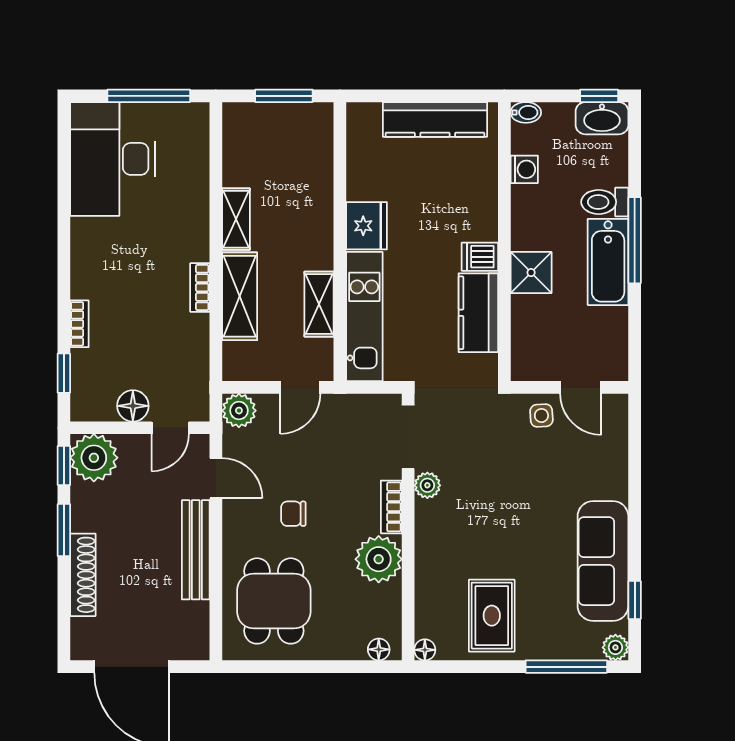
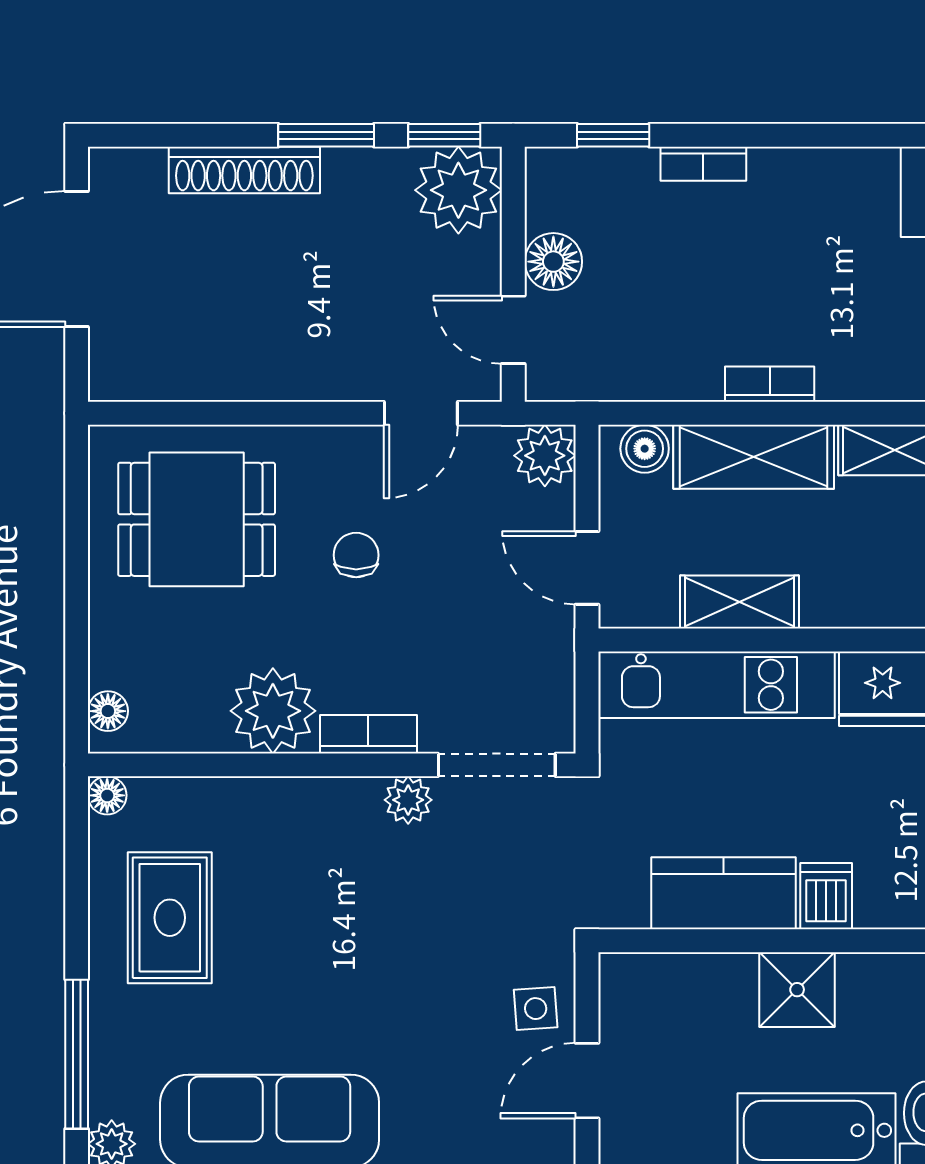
boiler: (235, 356) -> (645, 449), added
bench: (196, 550) -> (290, 376), removed
rug: (492, 616) -> (170, 918), turned 90

